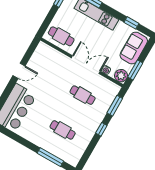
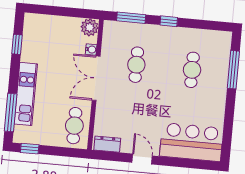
sofa: (134, 48) -> (47, 27), removed
dresser: (39, 52) -> (107, 144), added
window: (135, 70) -> (74, 12), removed

